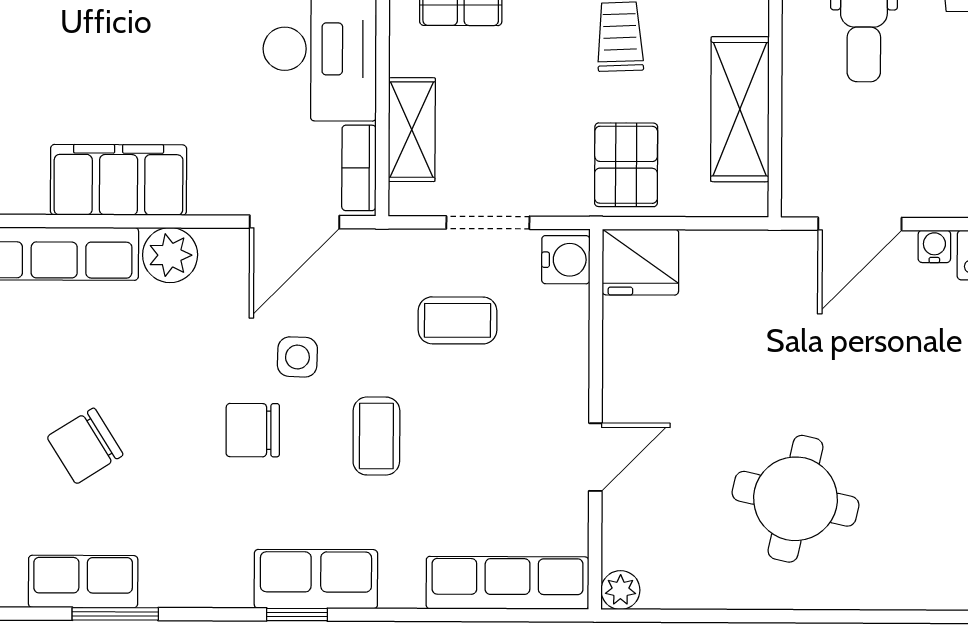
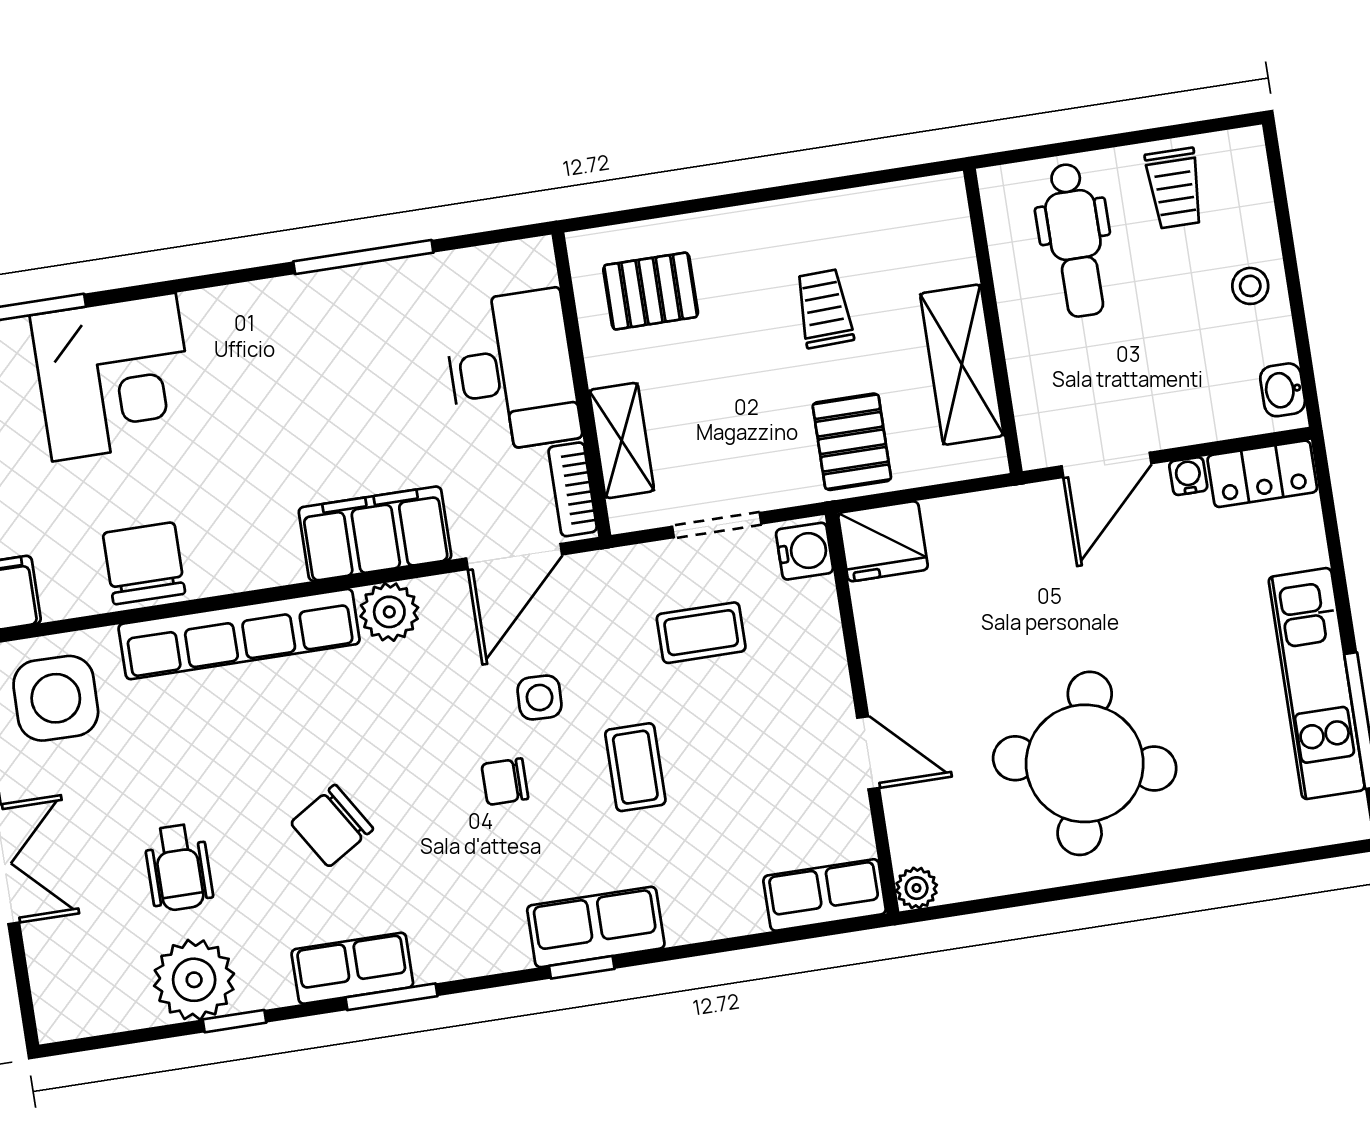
filing cabinet: (119, 180) -> (375, 534), moved
chair: (253, 430) -> (505, 782), width x0.73, depth x0.73
door: (595, 457) -> (868, 753), hinge flipped
round table: (795, 499) -> (1085, 763), width x1.36, depth x1.36
row of seats: (507, 583) -> (825, 895), width x0.68

